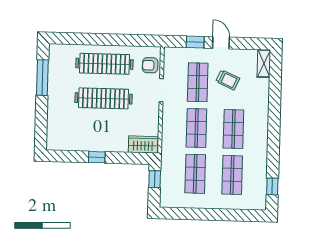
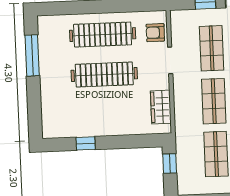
wardrobe: (143, 144) -> (161, 107), moved, turned -90
window: (97, 157) -> (86, 143), moved

